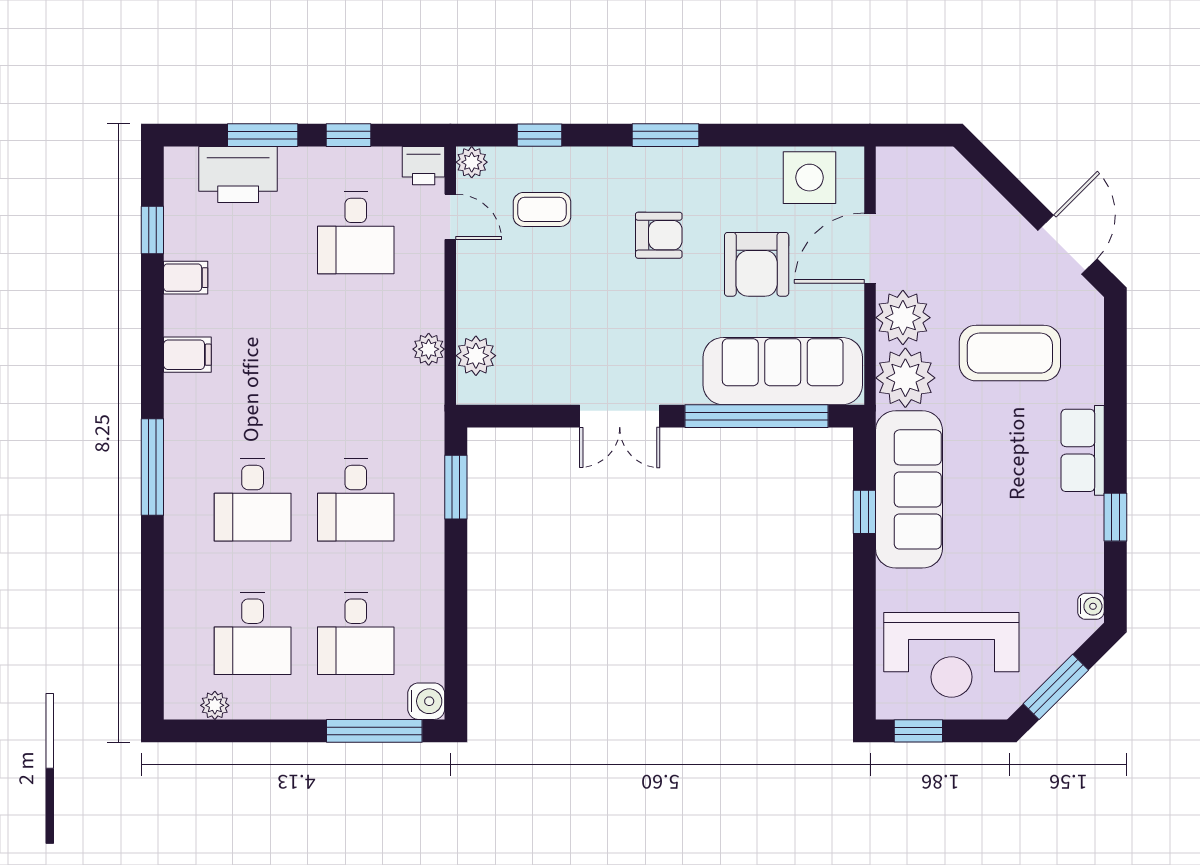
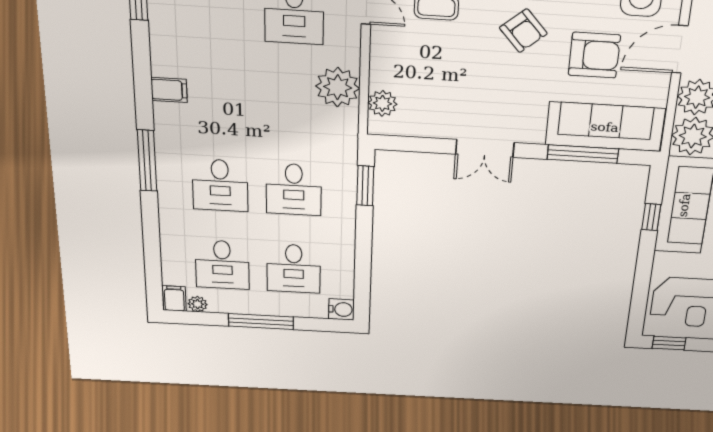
armchair: (659, 235) -> (523, 31), turned 49
armchair: (757, 264) -> (594, 55), turned -90
filing cabinet: (186, 278) -> (174, 299), moved, turned -90
plant: (429, 349) -> (338, 87), width x1.88, depth x1.88
window: (756, 416) -> (583, 154), width x0.68
window: (374, 731) -> (261, 322), moved

